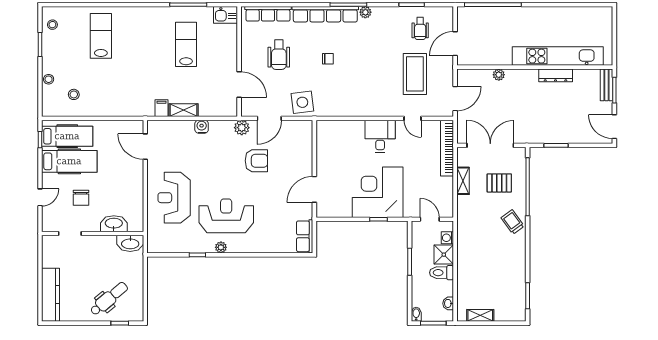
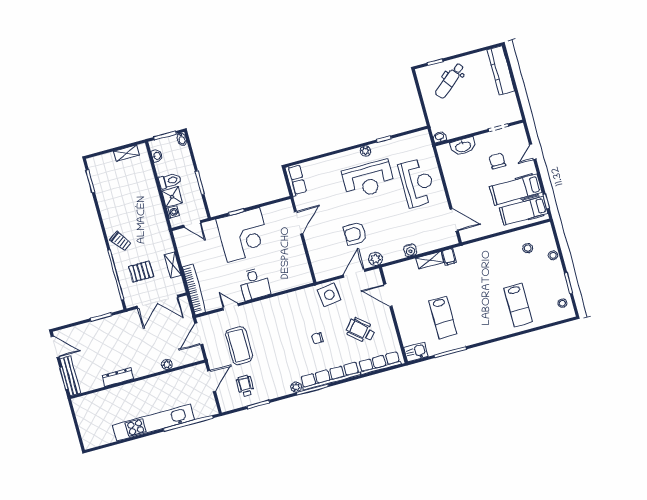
wheelchair: (279, 55) -> (361, 330), turned -49
kitchen unit: (558, 56) -> (153, 423), moved, turned 180
bench: (606, 85) -> (70, 376), width x1.36
washbasin: (130, 243) -> (440, 137), width x0.52, depth x0.69

